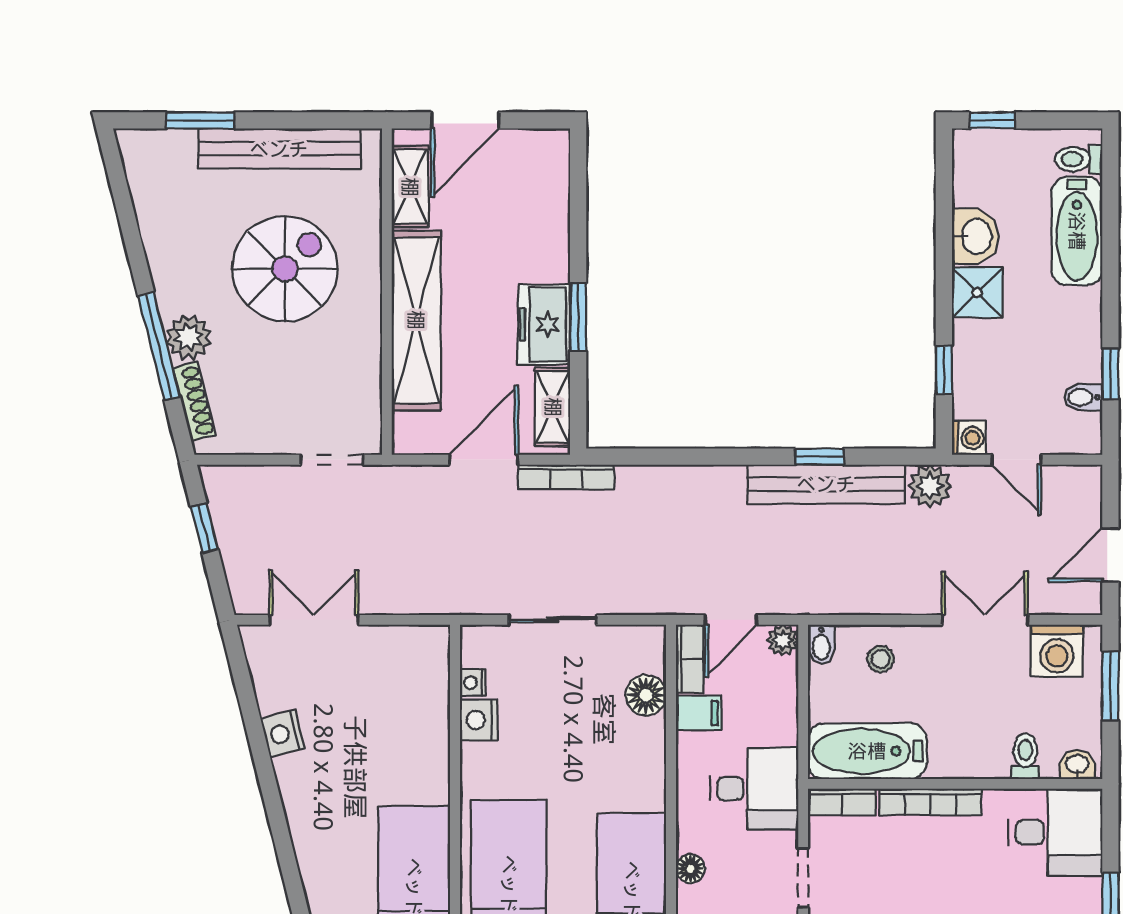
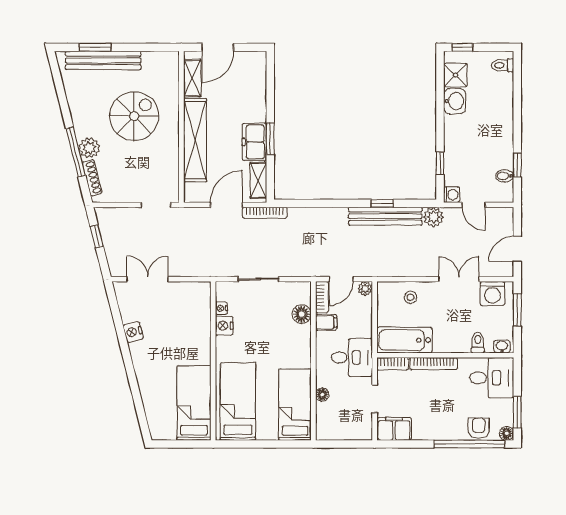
bench: (279, 149) -> (103, 60), moved
bathtub: (1077, 231) -> (502, 99), removed
shower: (977, 292) -> (455, 75), moved
bidet: (821, 644) -> (383, 291), removed

